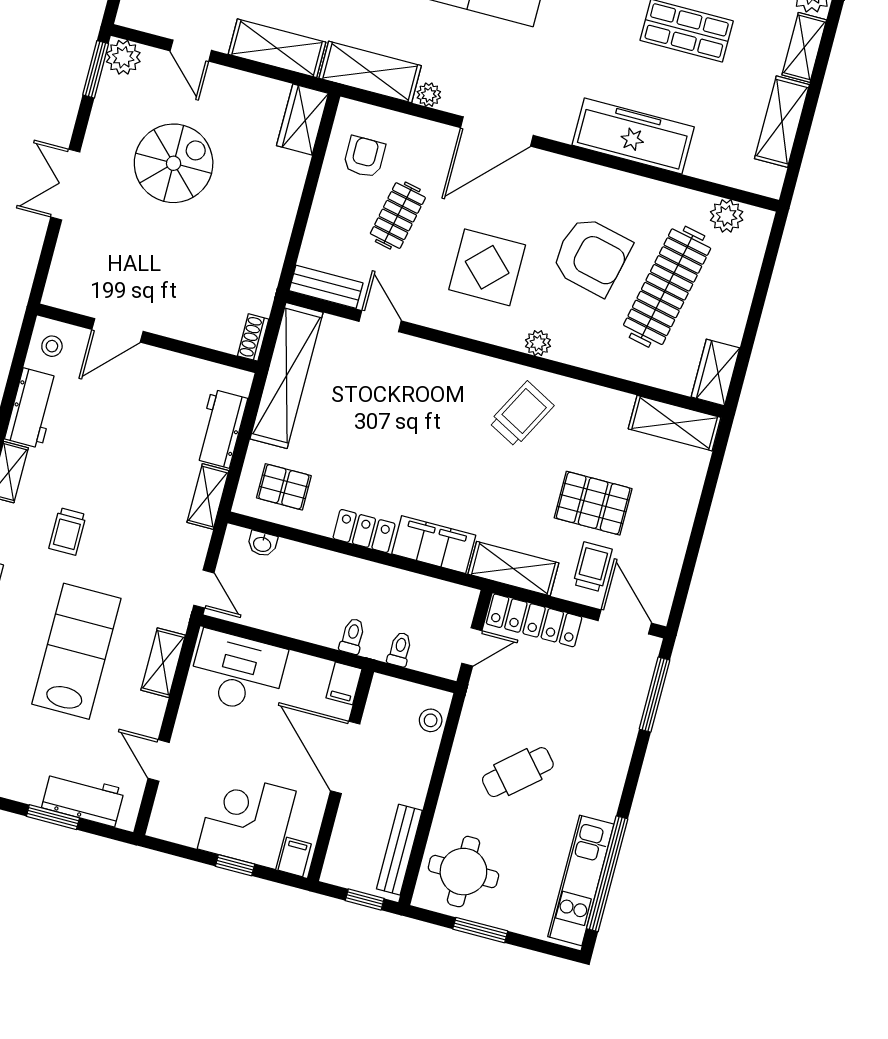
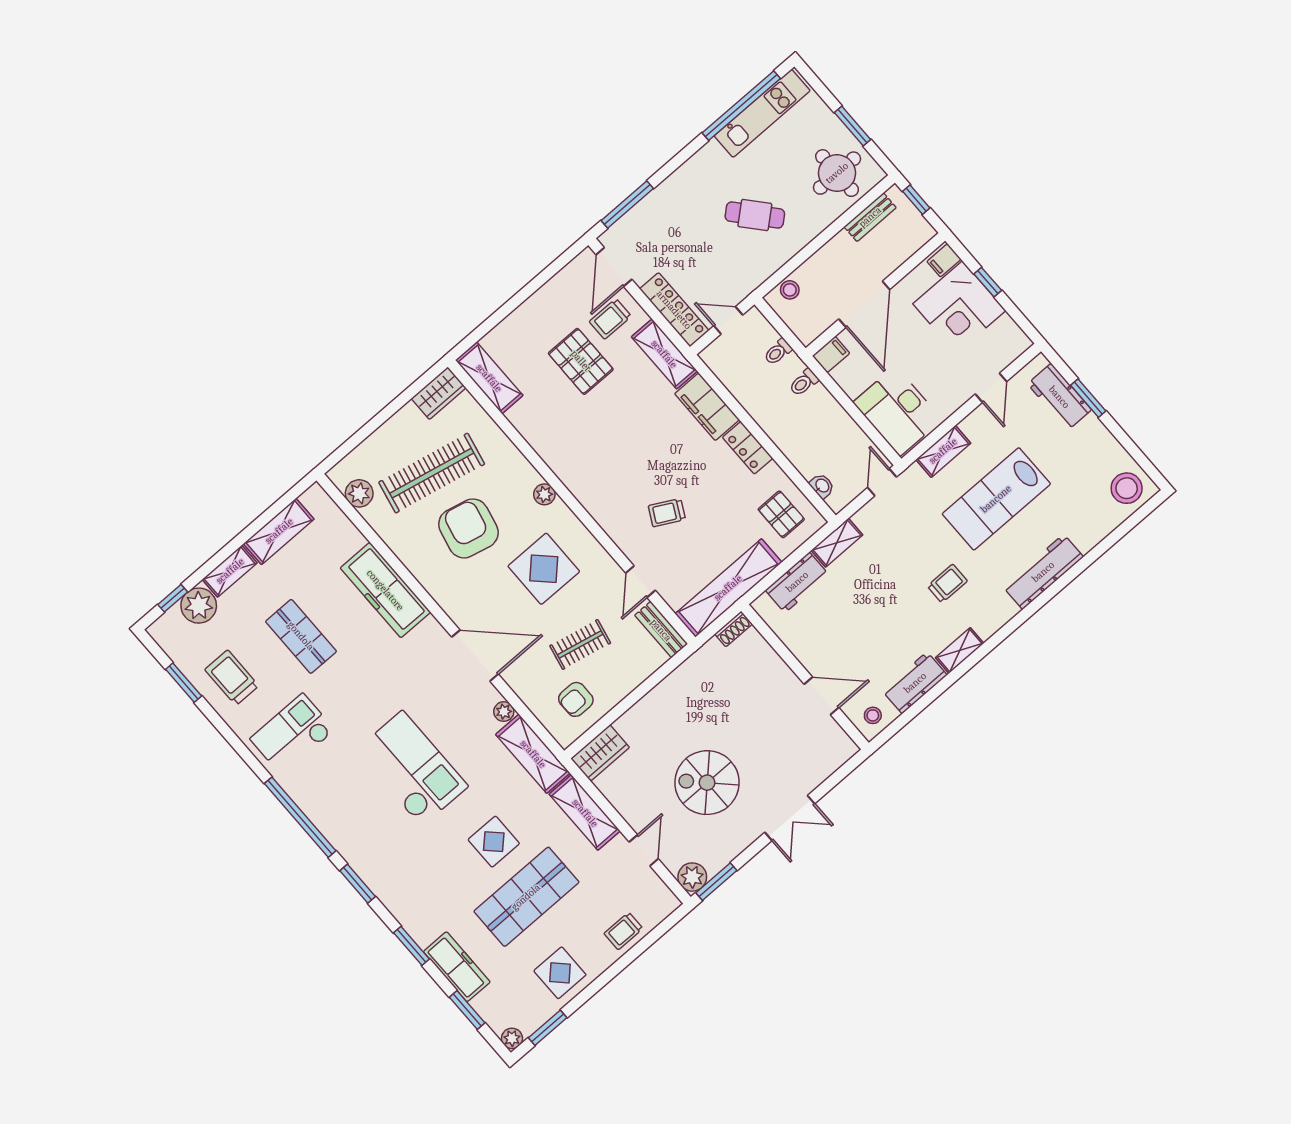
trolley: (521, 414) -> (667, 513), moved, width x0.73, depth x0.72
bench: (399, 850) -> (870, 217), width x0.73

